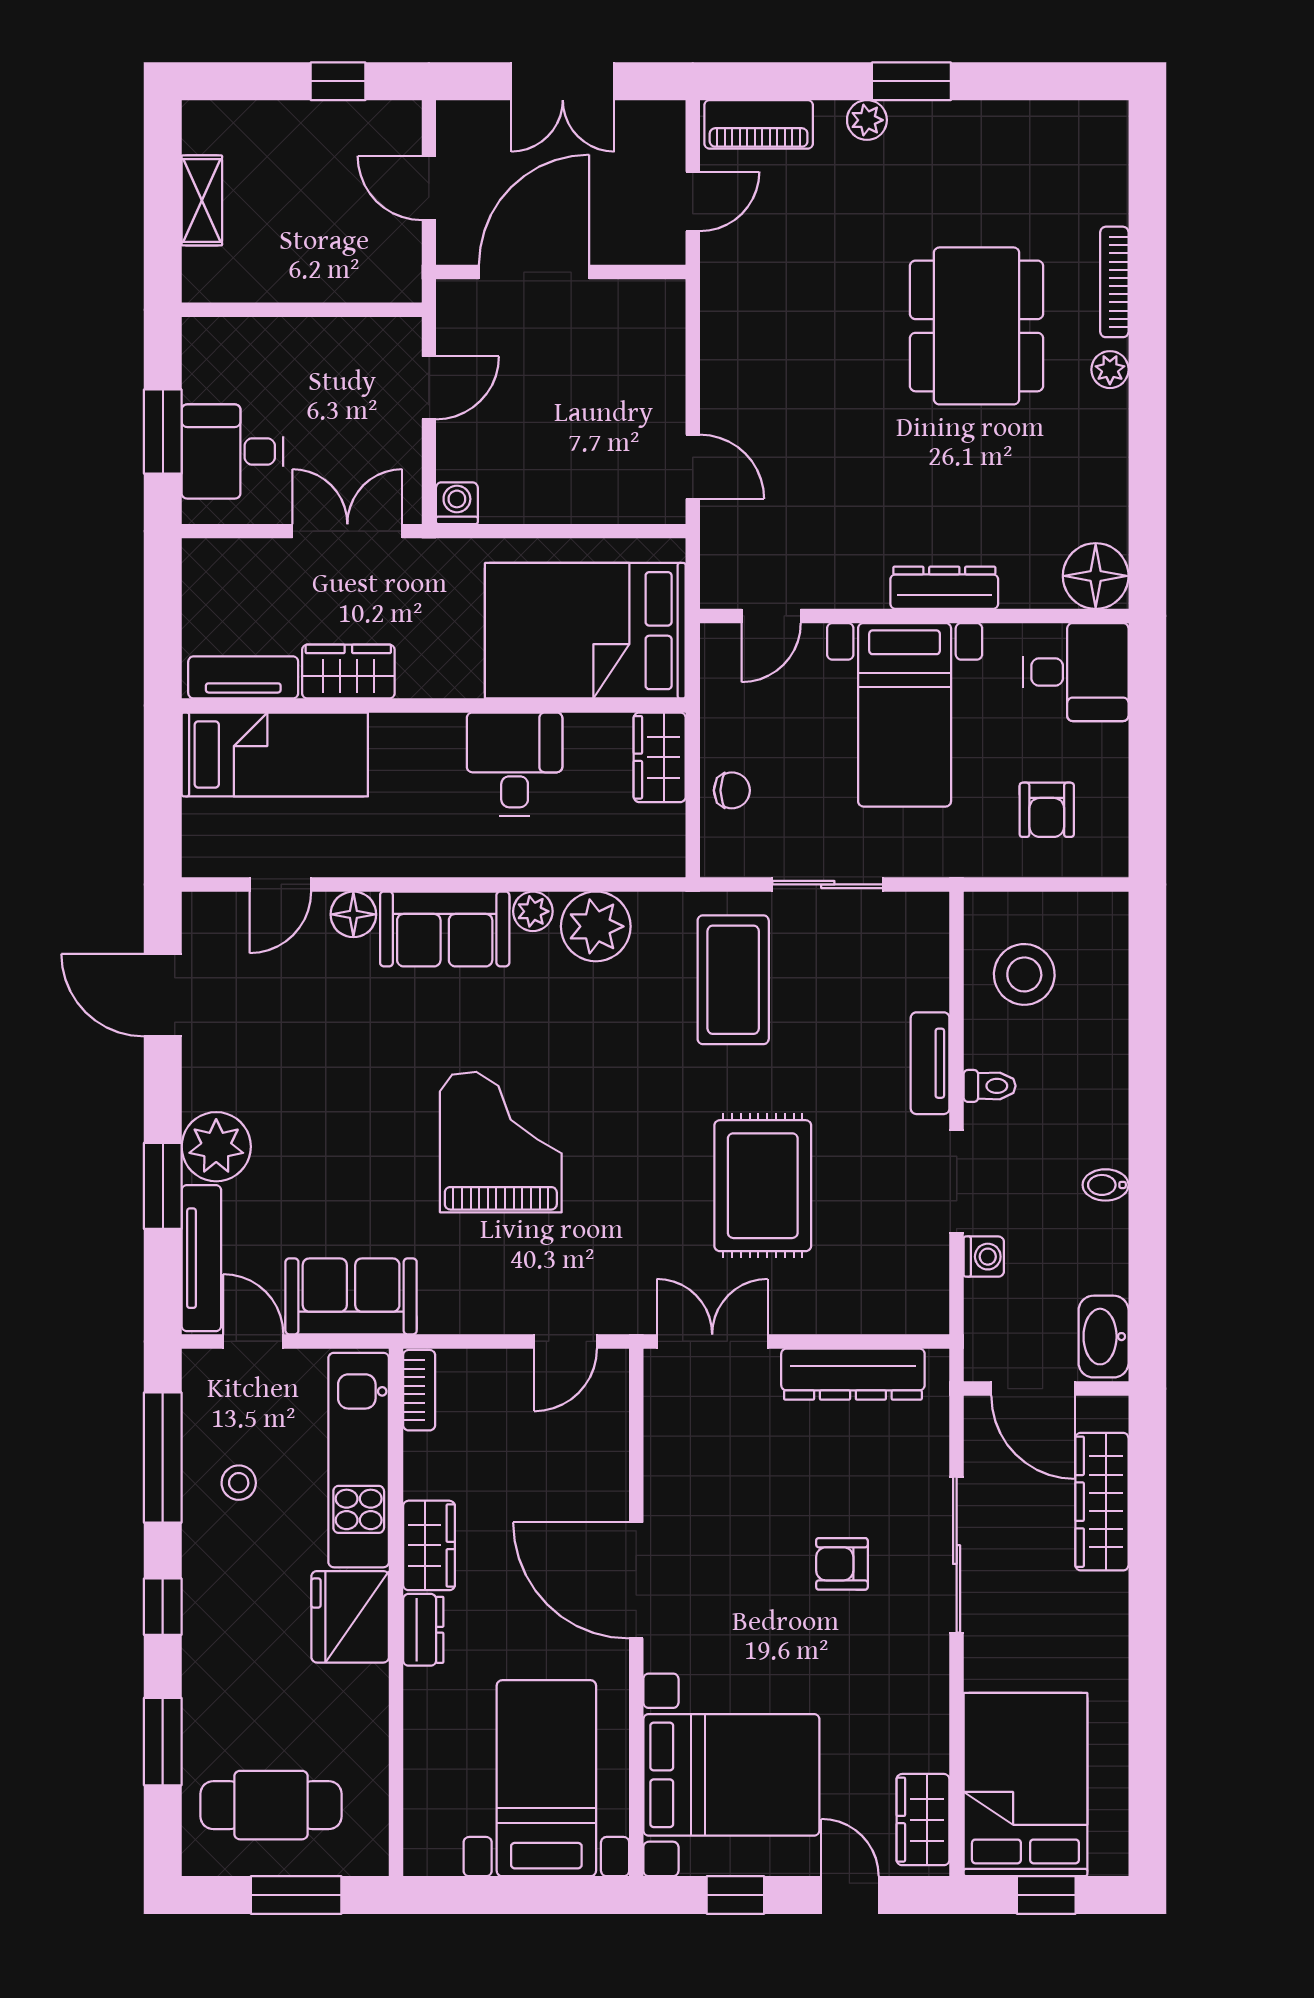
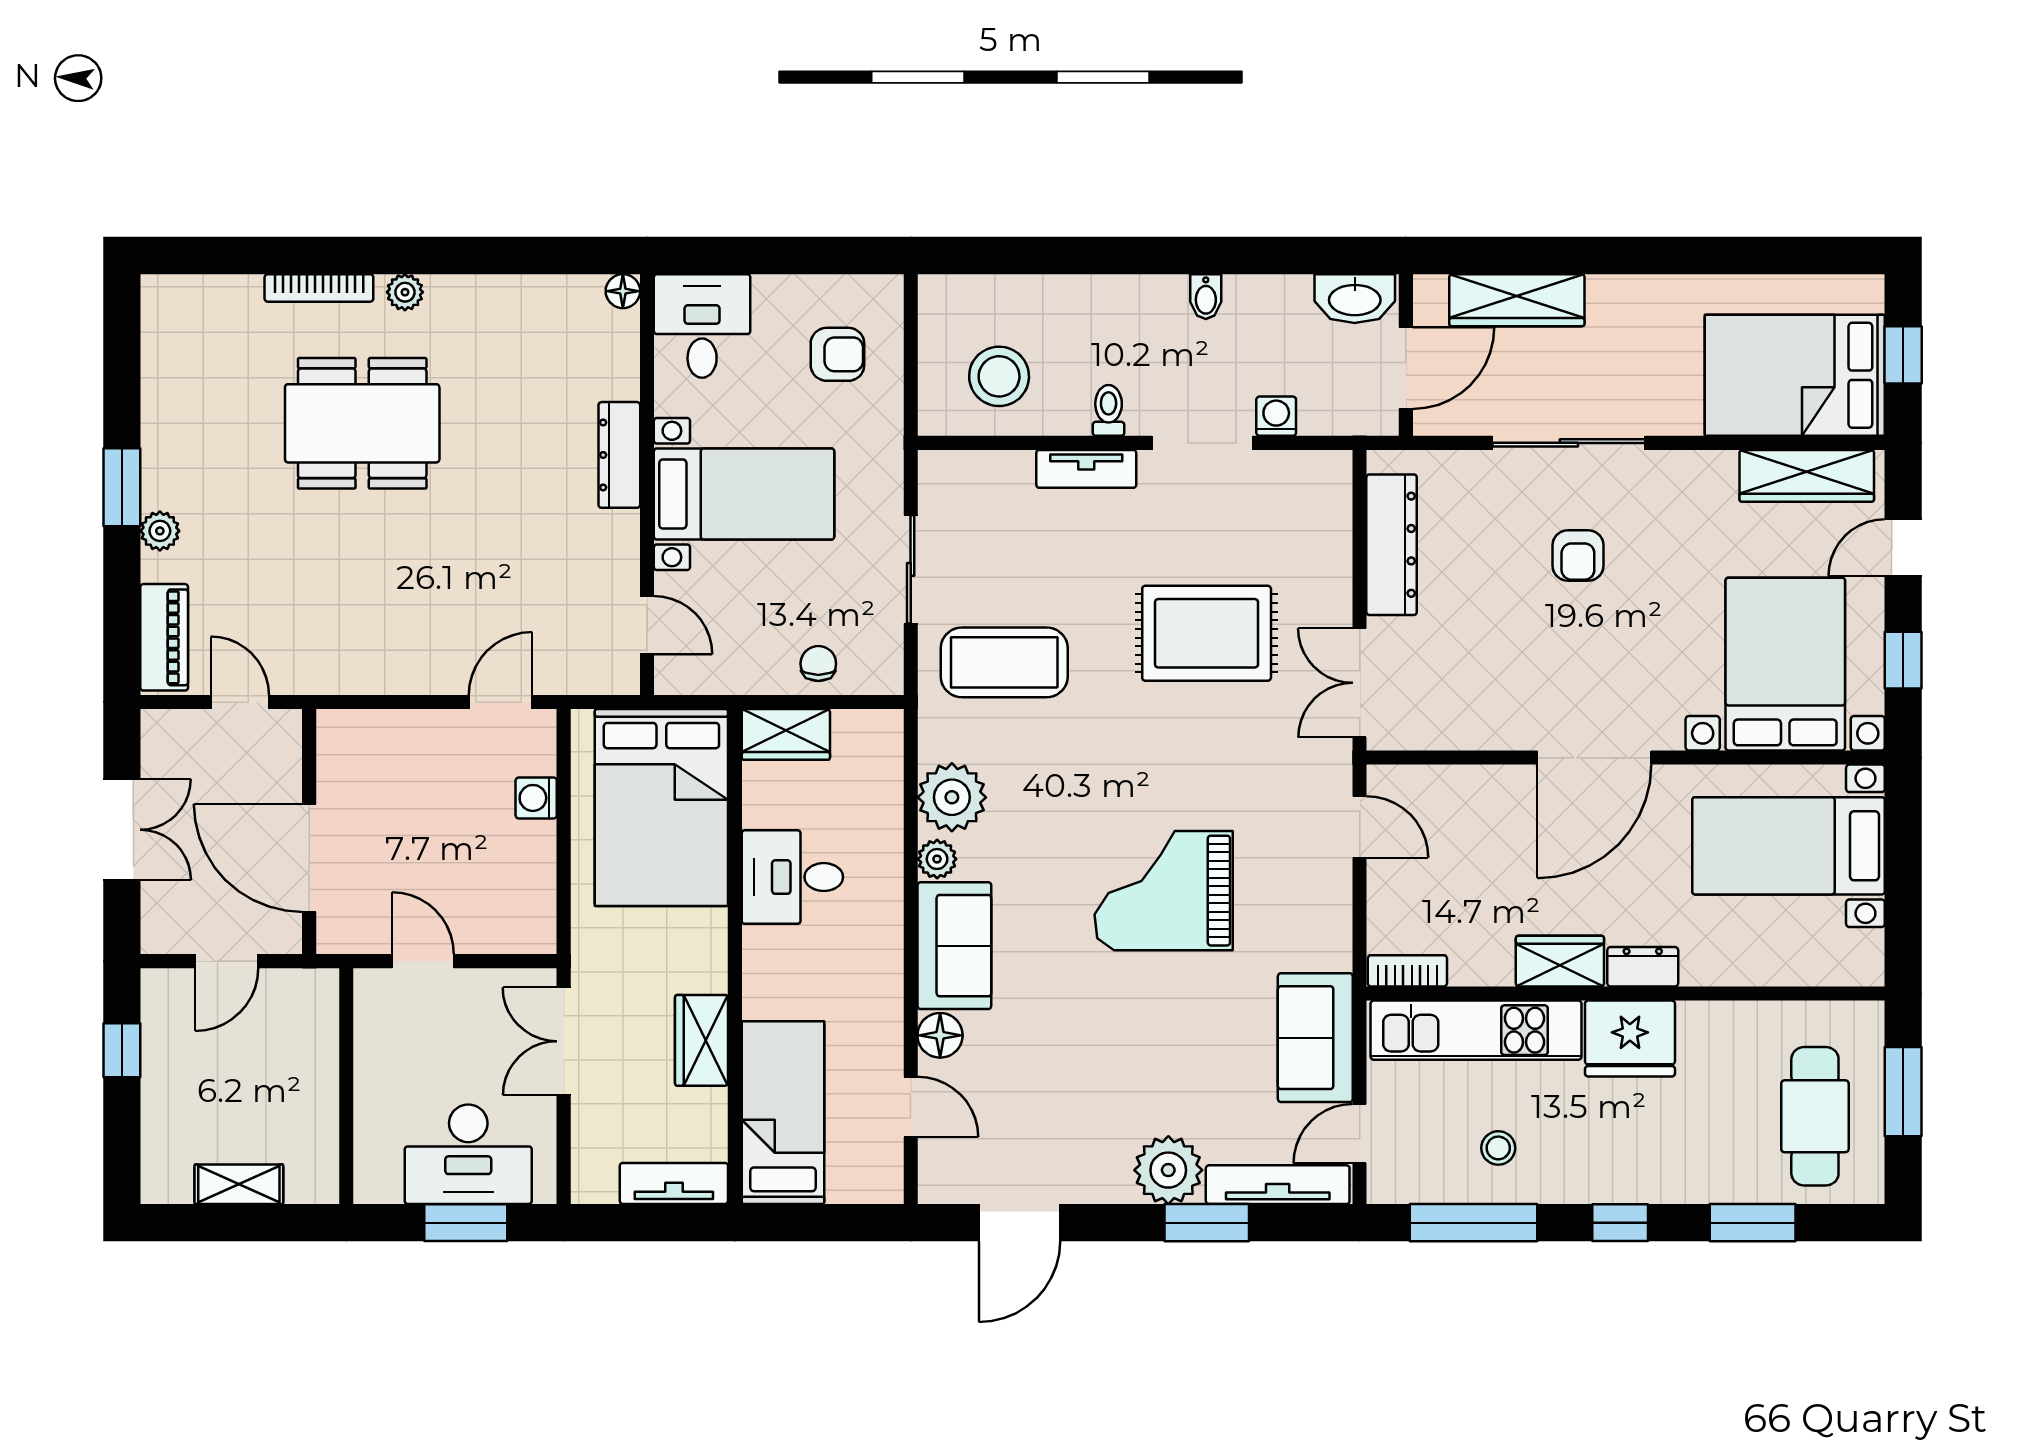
desk: (232, 452) -> (468, 1154), width x1.37
washing machine: (457, 503) -> (536, 798), moved
floor lamp: (1096, 576) -> (623, 291), width x0.53, depth x0.53
tv unit: (243, 677) -> (674, 1183), moved, turned 90
wardrobe: (923, 1820) -> (1807, 476), width x1.50

